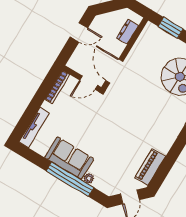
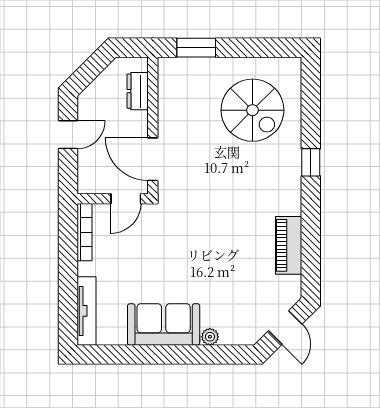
piano: (150, 167) -> (289, 245), moved
window: (70, 179) -> (184, 354), removed

